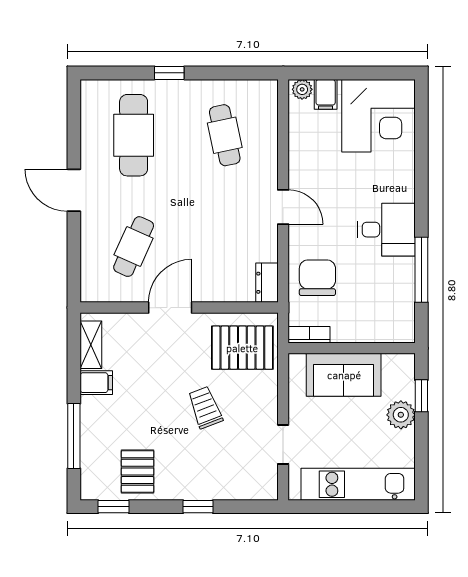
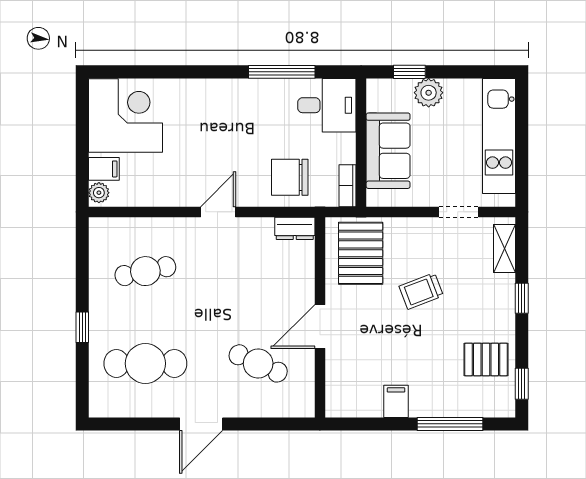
desk: (386, 230) -> (327, 105), moved, turned 90
door: (170, 308) -> (320, 326), hinge flipped
shelving: (91, 345) -> (504, 249), moved, turned 90

